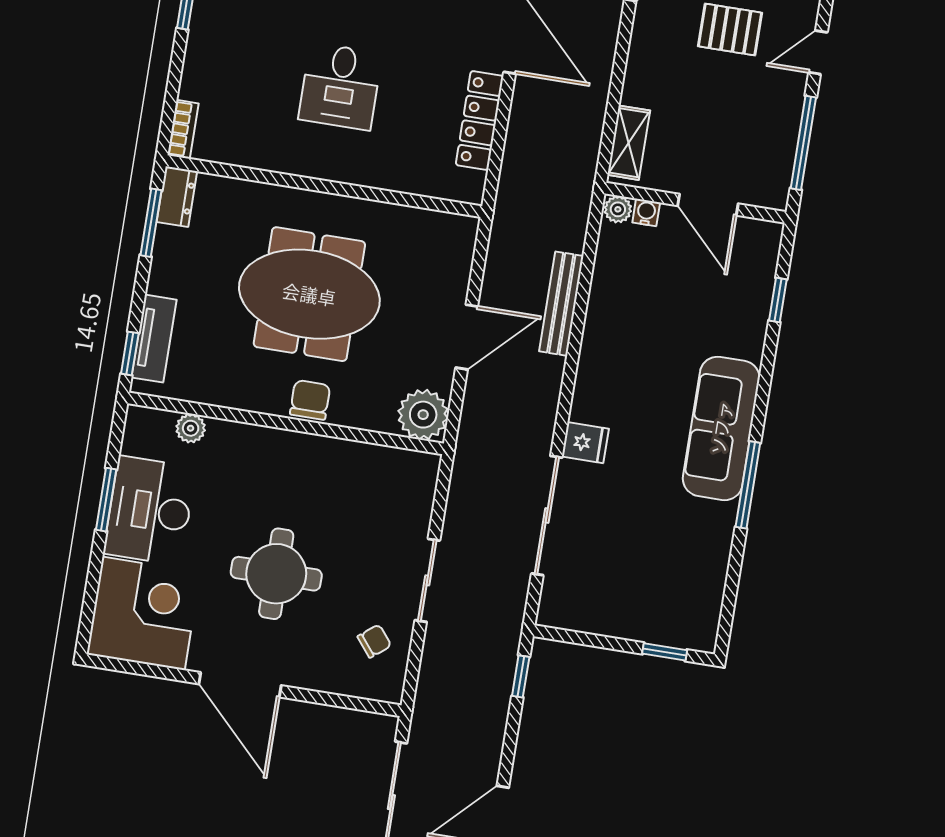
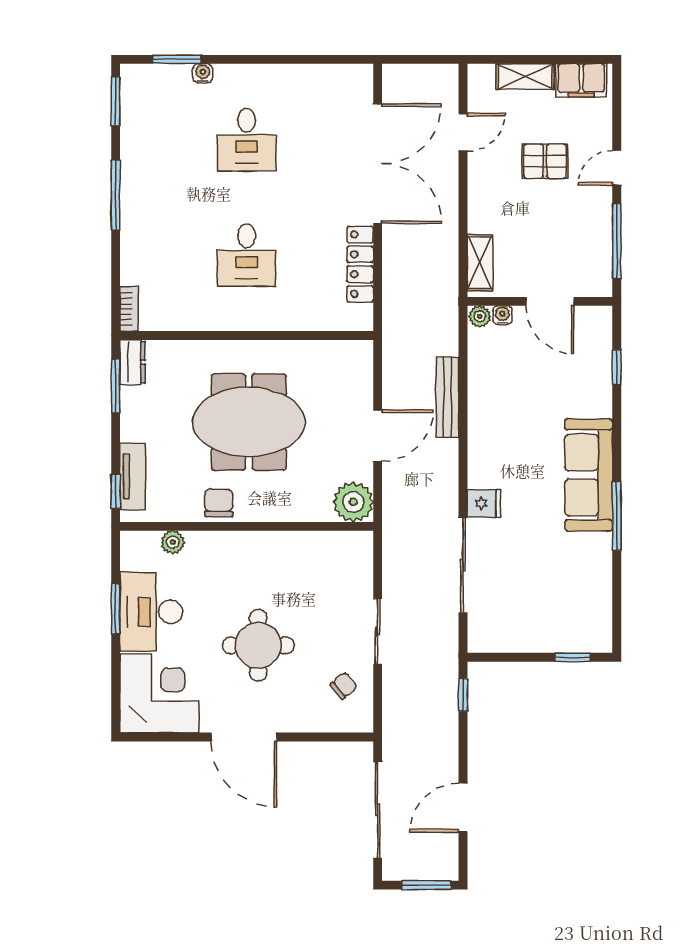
chair: (310, 400) -> (219, 503), moved

